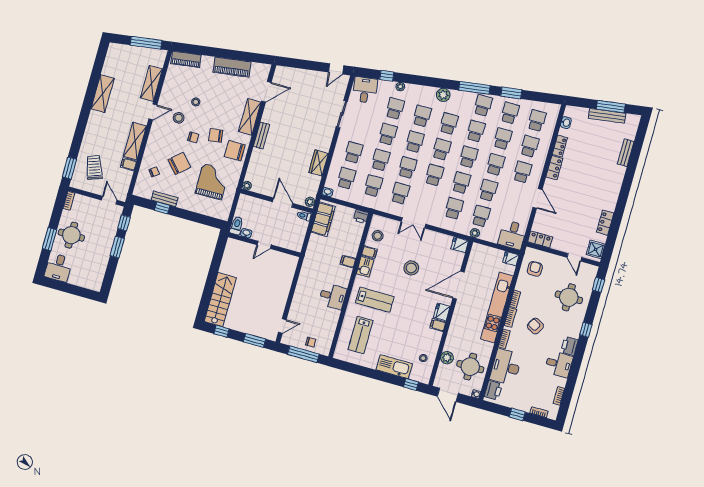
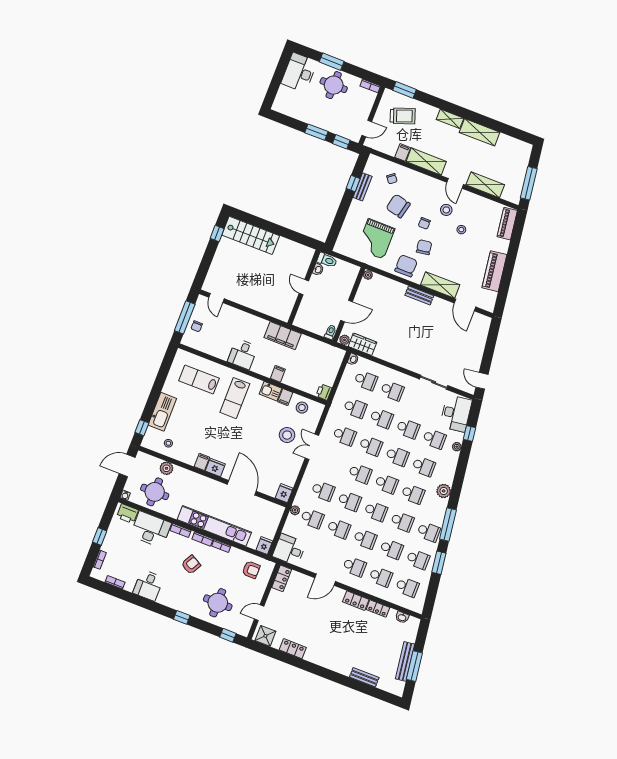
desk: (365, 90) -> (456, 413), width x1.37
shelving: (93, 123) -> (450, 119), added
wardrobe: (319, 163) -> (363, 344), moved
chair: (179, 164) -> (398, 206), turned 145
grand piano: (212, 182) -> (376, 239), turned 91
filing cabinet: (323, 219) -> (283, 336), moved
desk: (58, 268) -> (299, 72), width x1.37
stool: (411, 268) -> (287, 435), moved
window: (255, 341) -> (204, 267), removed
printer: (569, 346) -> (166, 598), removed

